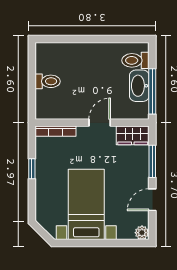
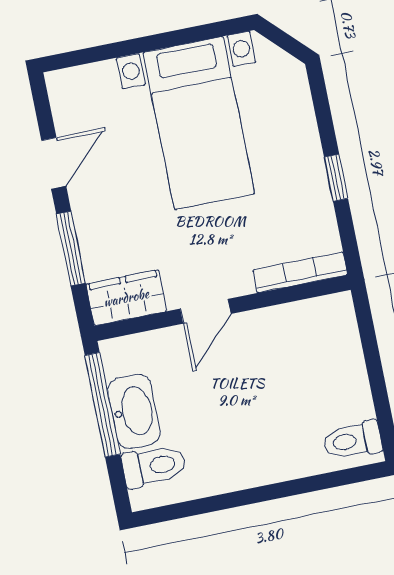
toilet: (48, 81) -> (352, 440), moved
plant: (142, 233) -> (62, 85), removed

